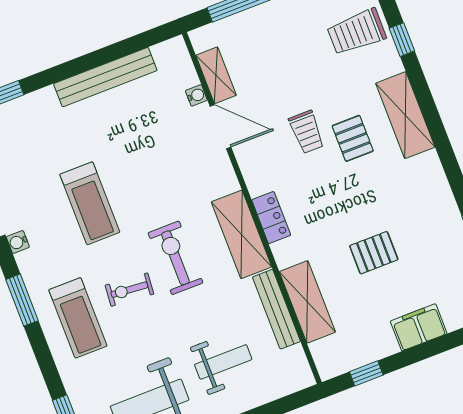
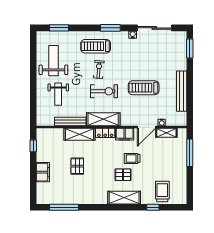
filing cabinet: (257, 171) -> (125, 134), added
treadmill: (90, 203) -> (144, 88), moved
shelving: (307, 302) -> (79, 134), moved

